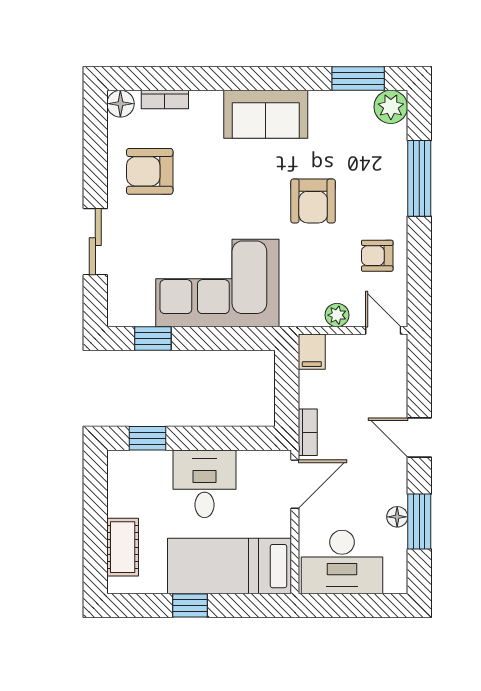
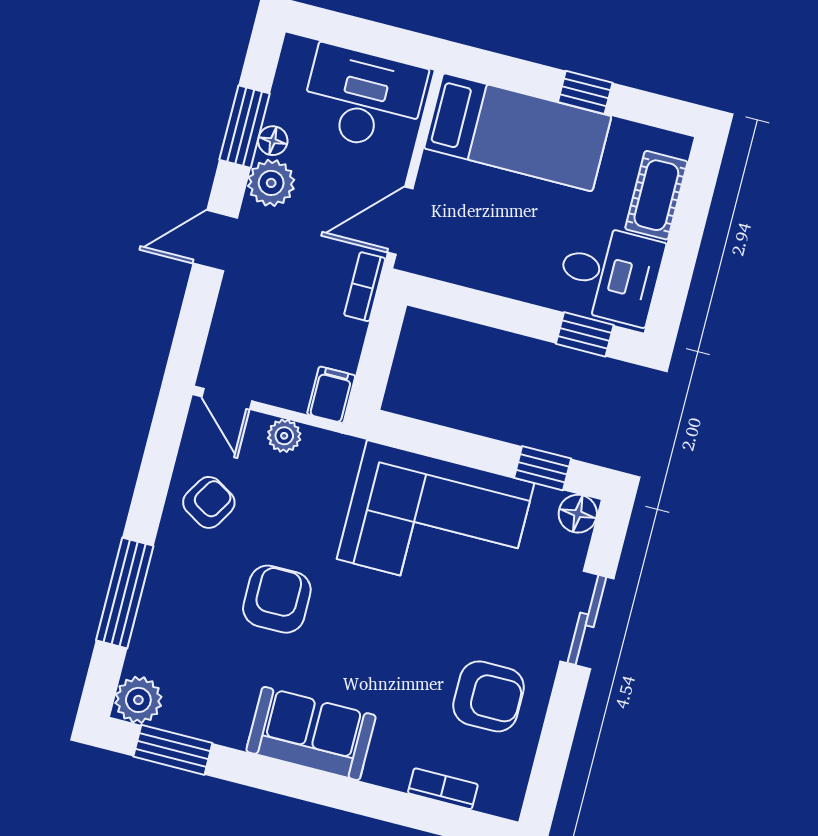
floor lamp: (120, 104) -> (578, 514), moved
armchair: (377, 256) -> (209, 502), turned -59
door: (419, 438) -> (215, 241), swing flipped
desk: (204, 484) -> (610, 274), moved, turned -90
plant: (391, 487) -> (271, 183), added

